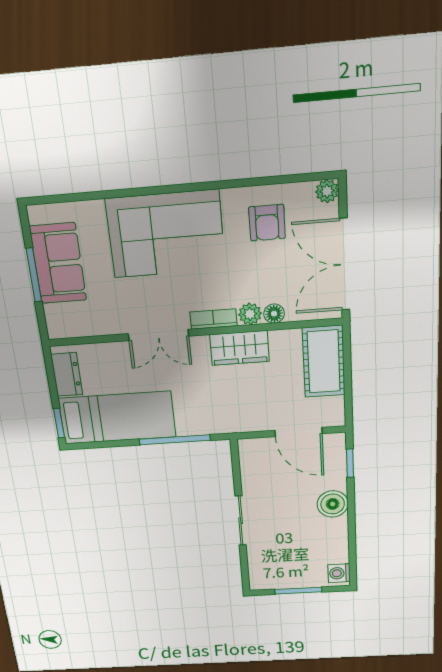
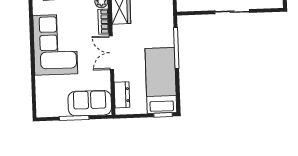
sofa: (58, 263) -> (90, 103), moved
double door: (158, 335) -> (111, 53), swing flipped
dresser: (67, 374) -> (122, 95), moved, turned 90

